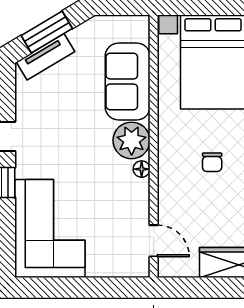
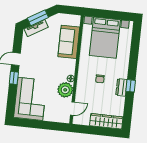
plant: (132, 140) -> (65, 90), moved
door: (154, 241) -> (72, 109), hinge flipped

